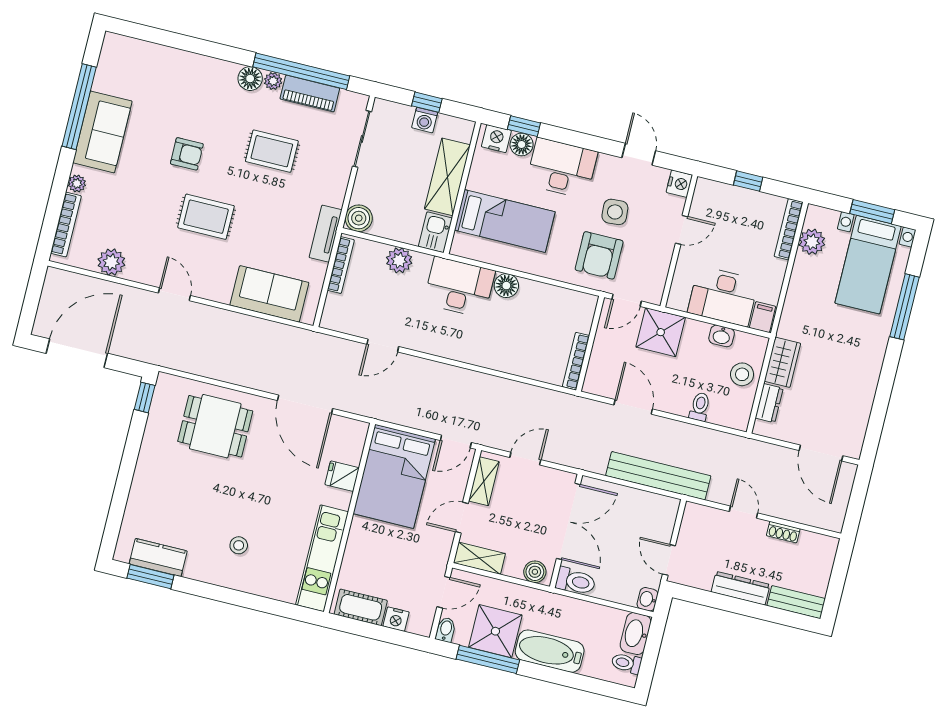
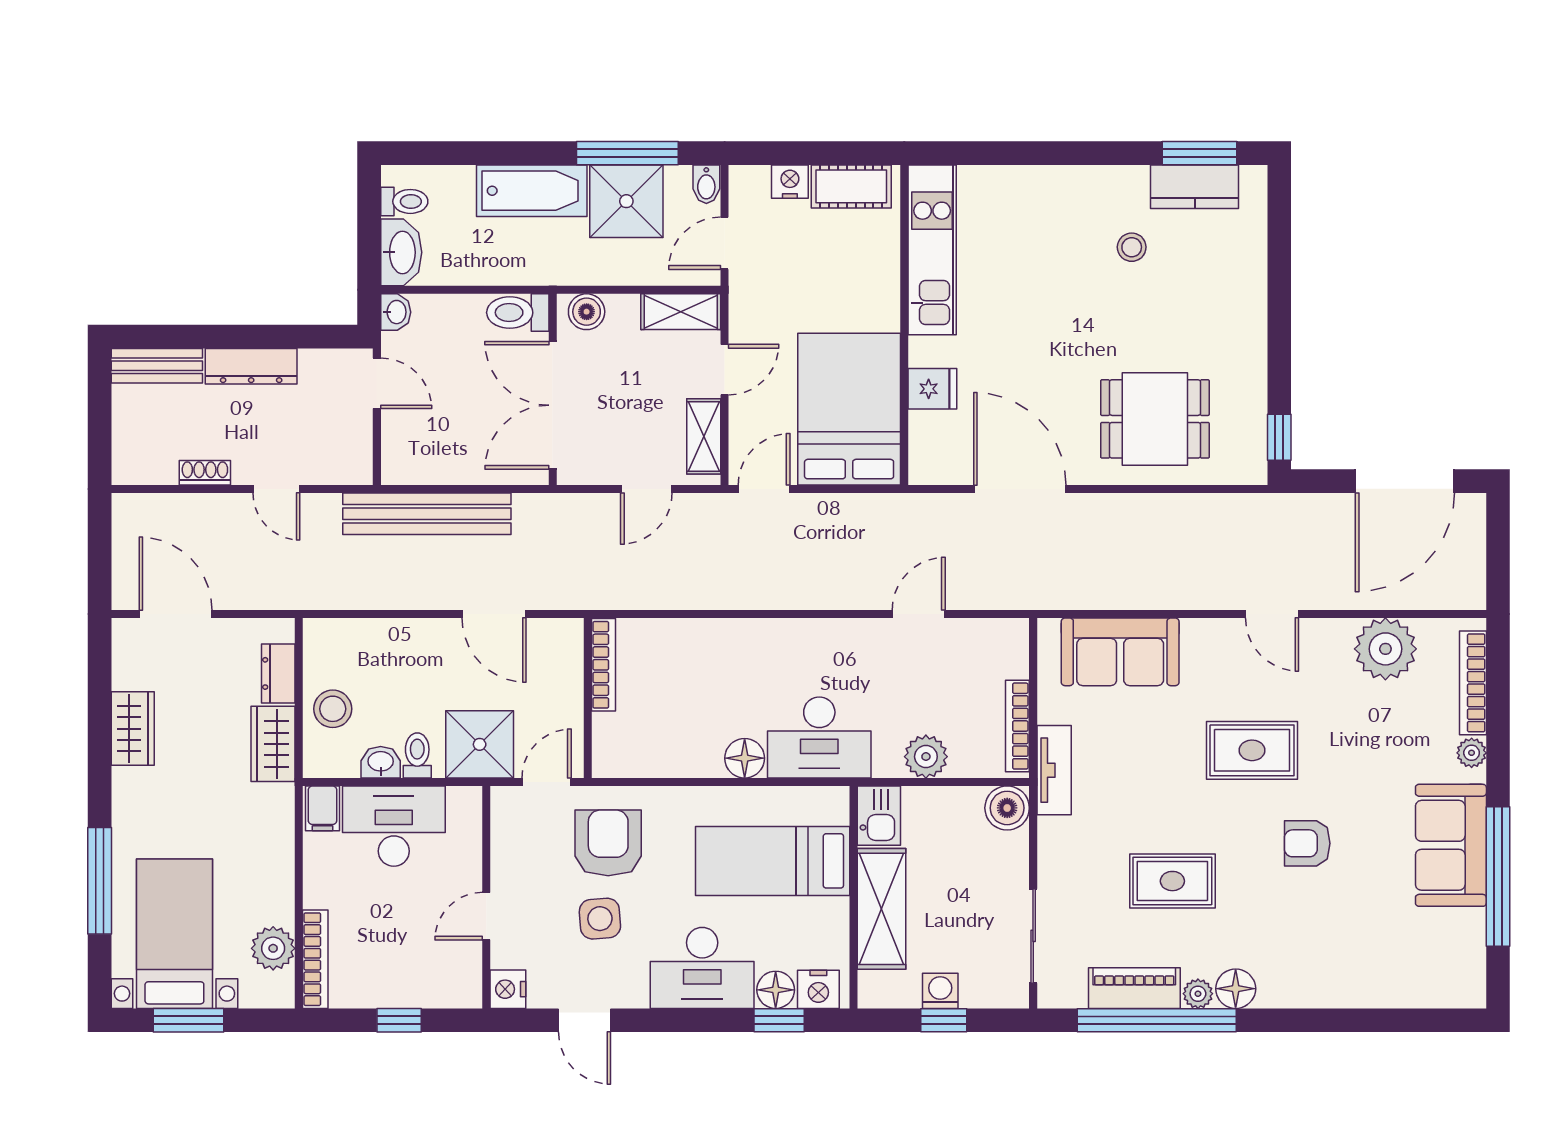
plant: (111, 262) -> (1385, 649), width x1.36, depth x1.36
wardrobe: (863, 392) -> (133, 729), added
toilet: (700, 407) -> (417, 755), moved, turned 180
stool: (239, 545) -> (1132, 247), moved

